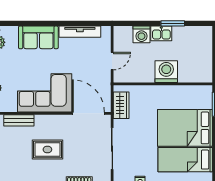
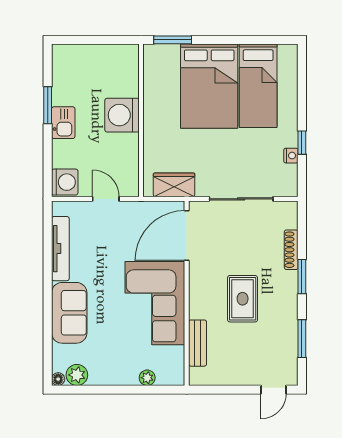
washing machine: (141, 34) -> (65, 182), moved

